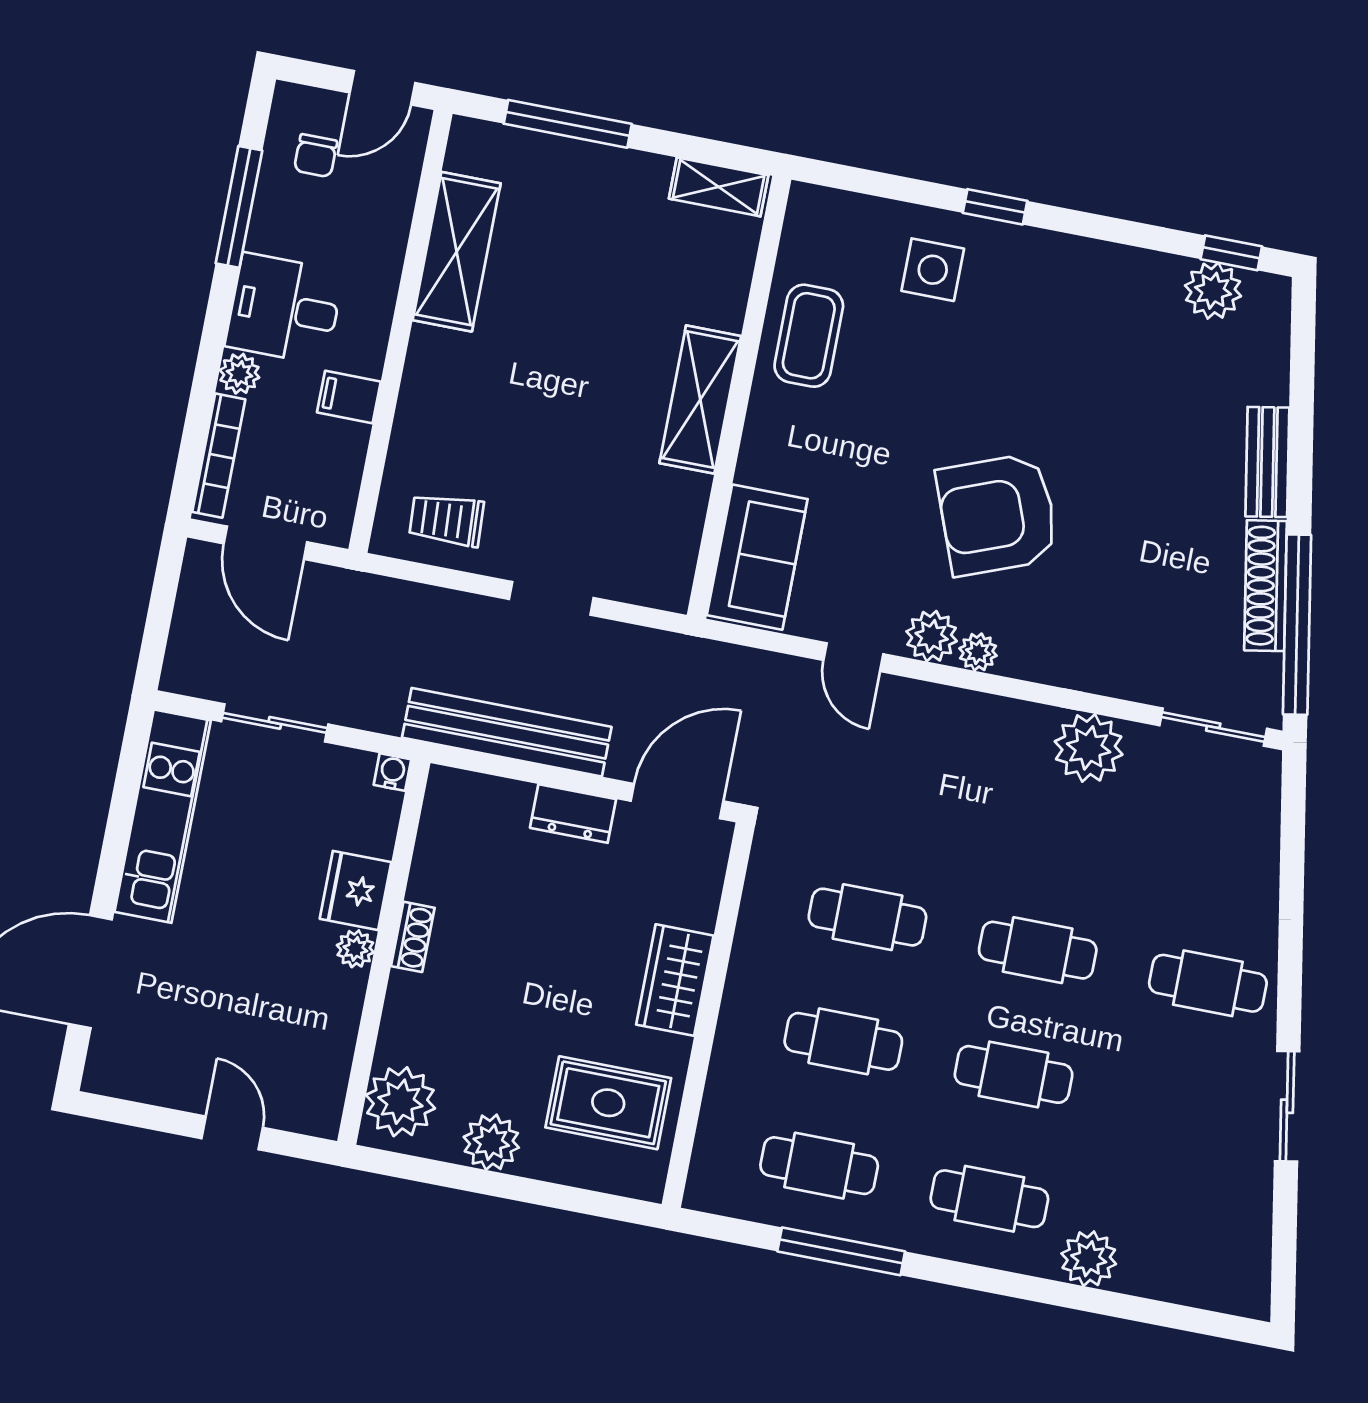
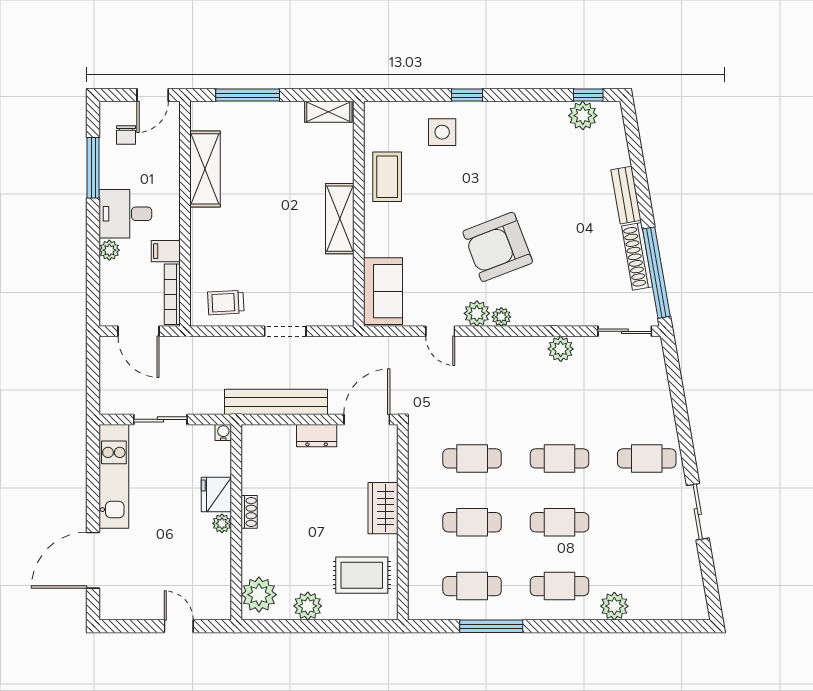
bookcase: (219, 456) -> (172, 294), moved, turned 180
plant: (1089, 748) -> (561, 349), width x0.73, depth x0.73

